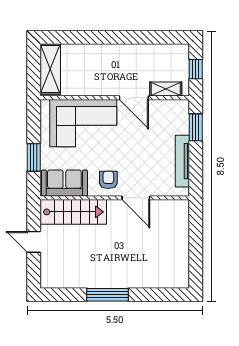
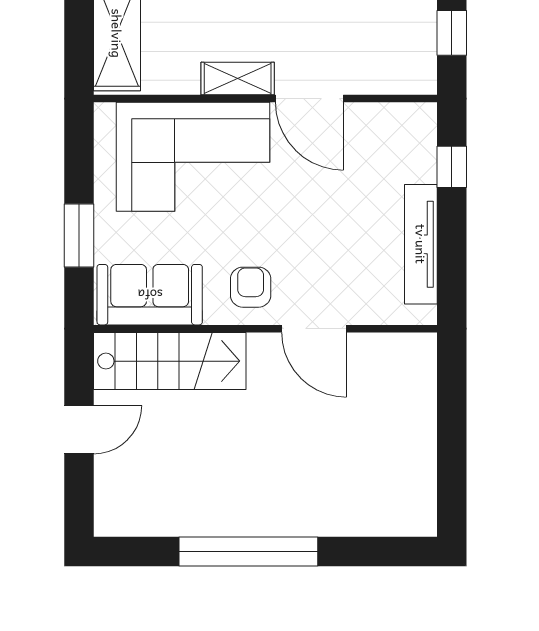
shelving: (166, 89) -> (238, 78), moved
window: (196, 127) -> (452, 167), width x0.67
door: (34, 242) -> (79, 430), swing flipped
window: (107, 295) -> (248, 552), width x1.46

